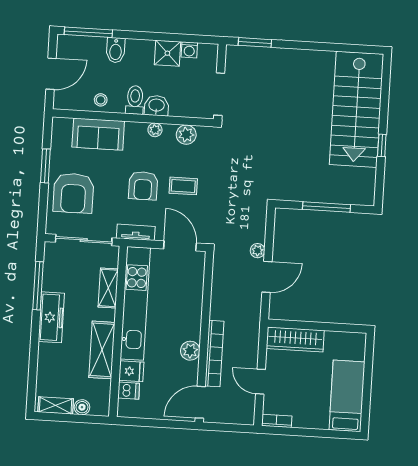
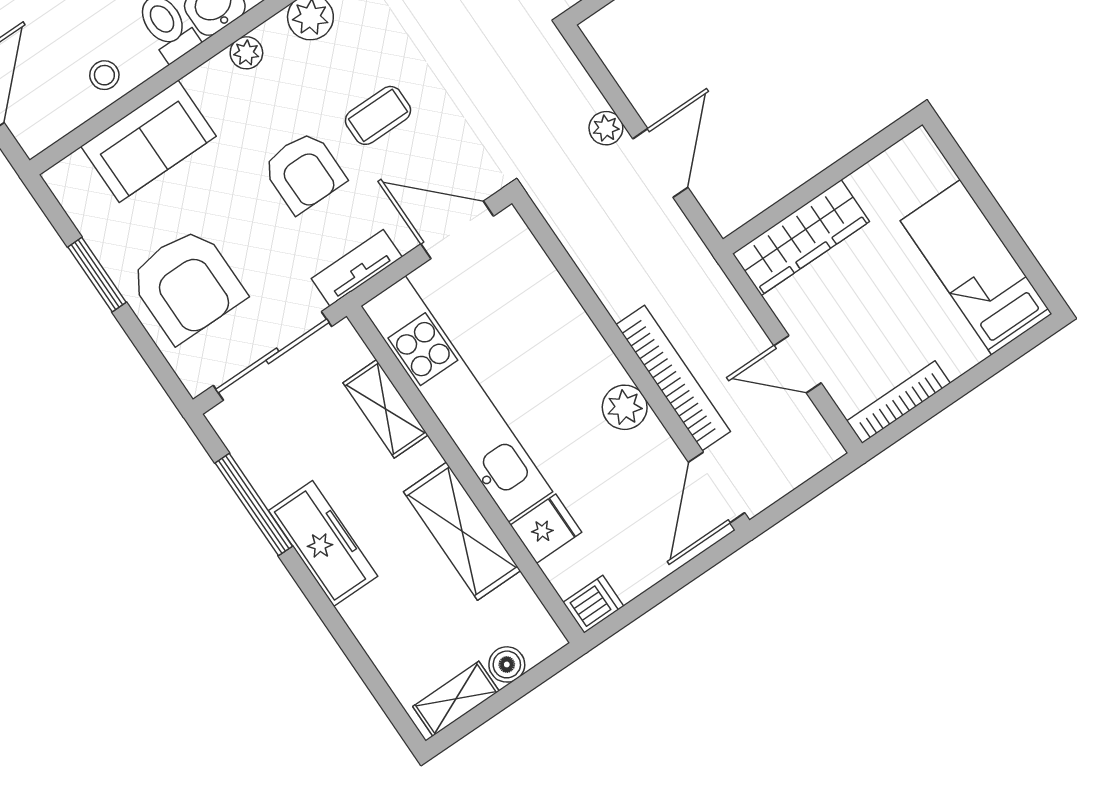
dishwasher: (129, 391) -> (593, 604), moved
bookcase: (277, 421) -> (899, 402), width x1.56

